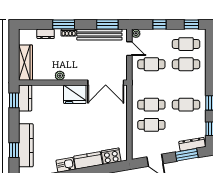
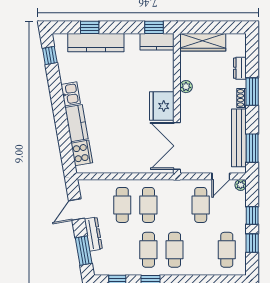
window: (191, 24) -> (252, 243), moved
cafe table: (186, 64) -> (175, 250), moved
dresser: (192, 144) -> (93, 234), moved

